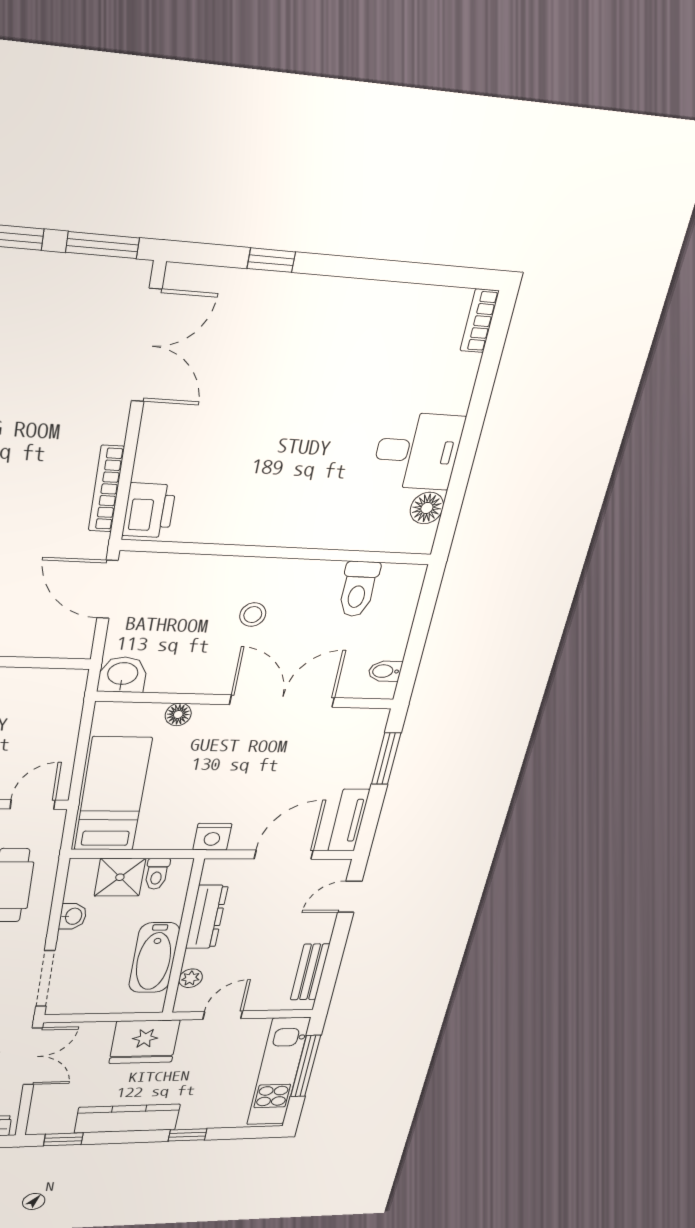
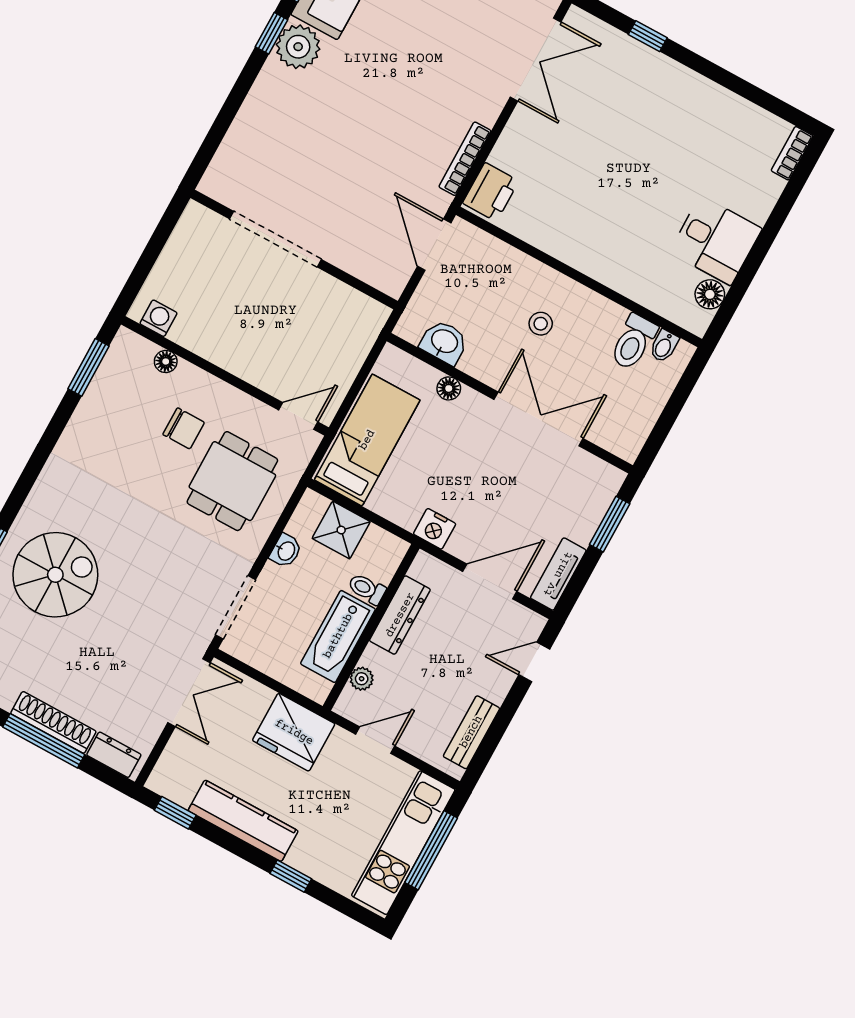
bidet: (385, 671) -> (664, 346), moved, turned -90
washbasin: (123, 675) -> (444, 342), moved
toilet: (157, 874) -> (367, 589), moved, turned 90

